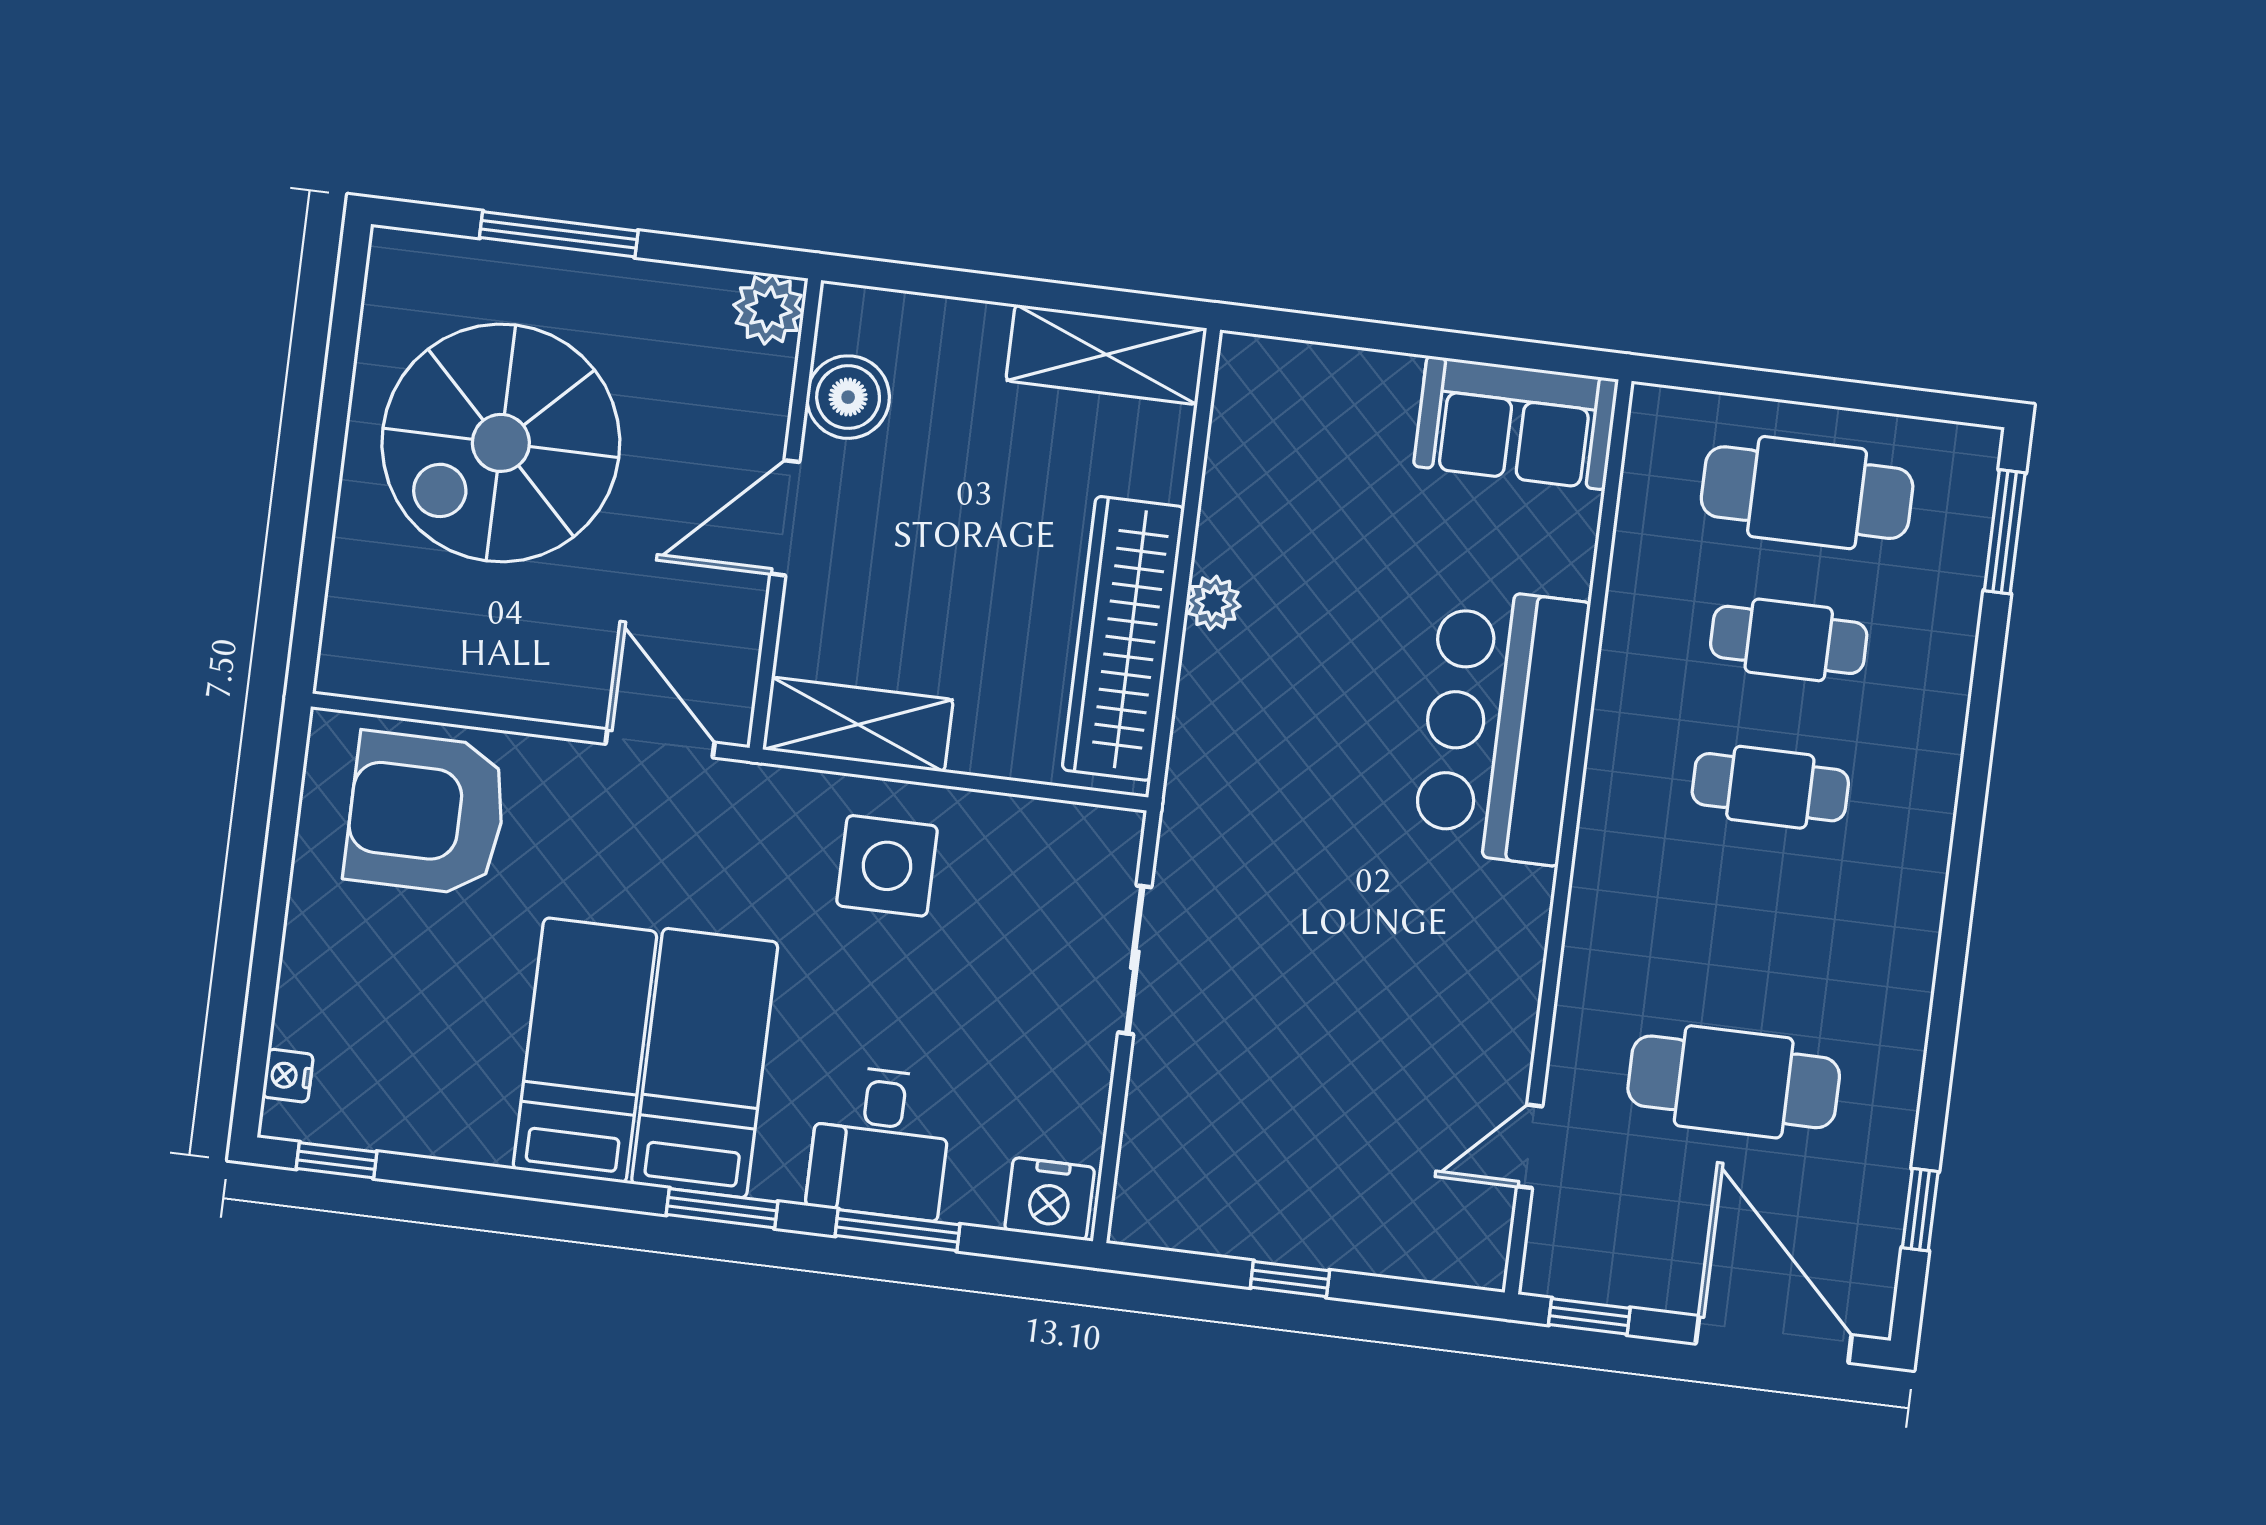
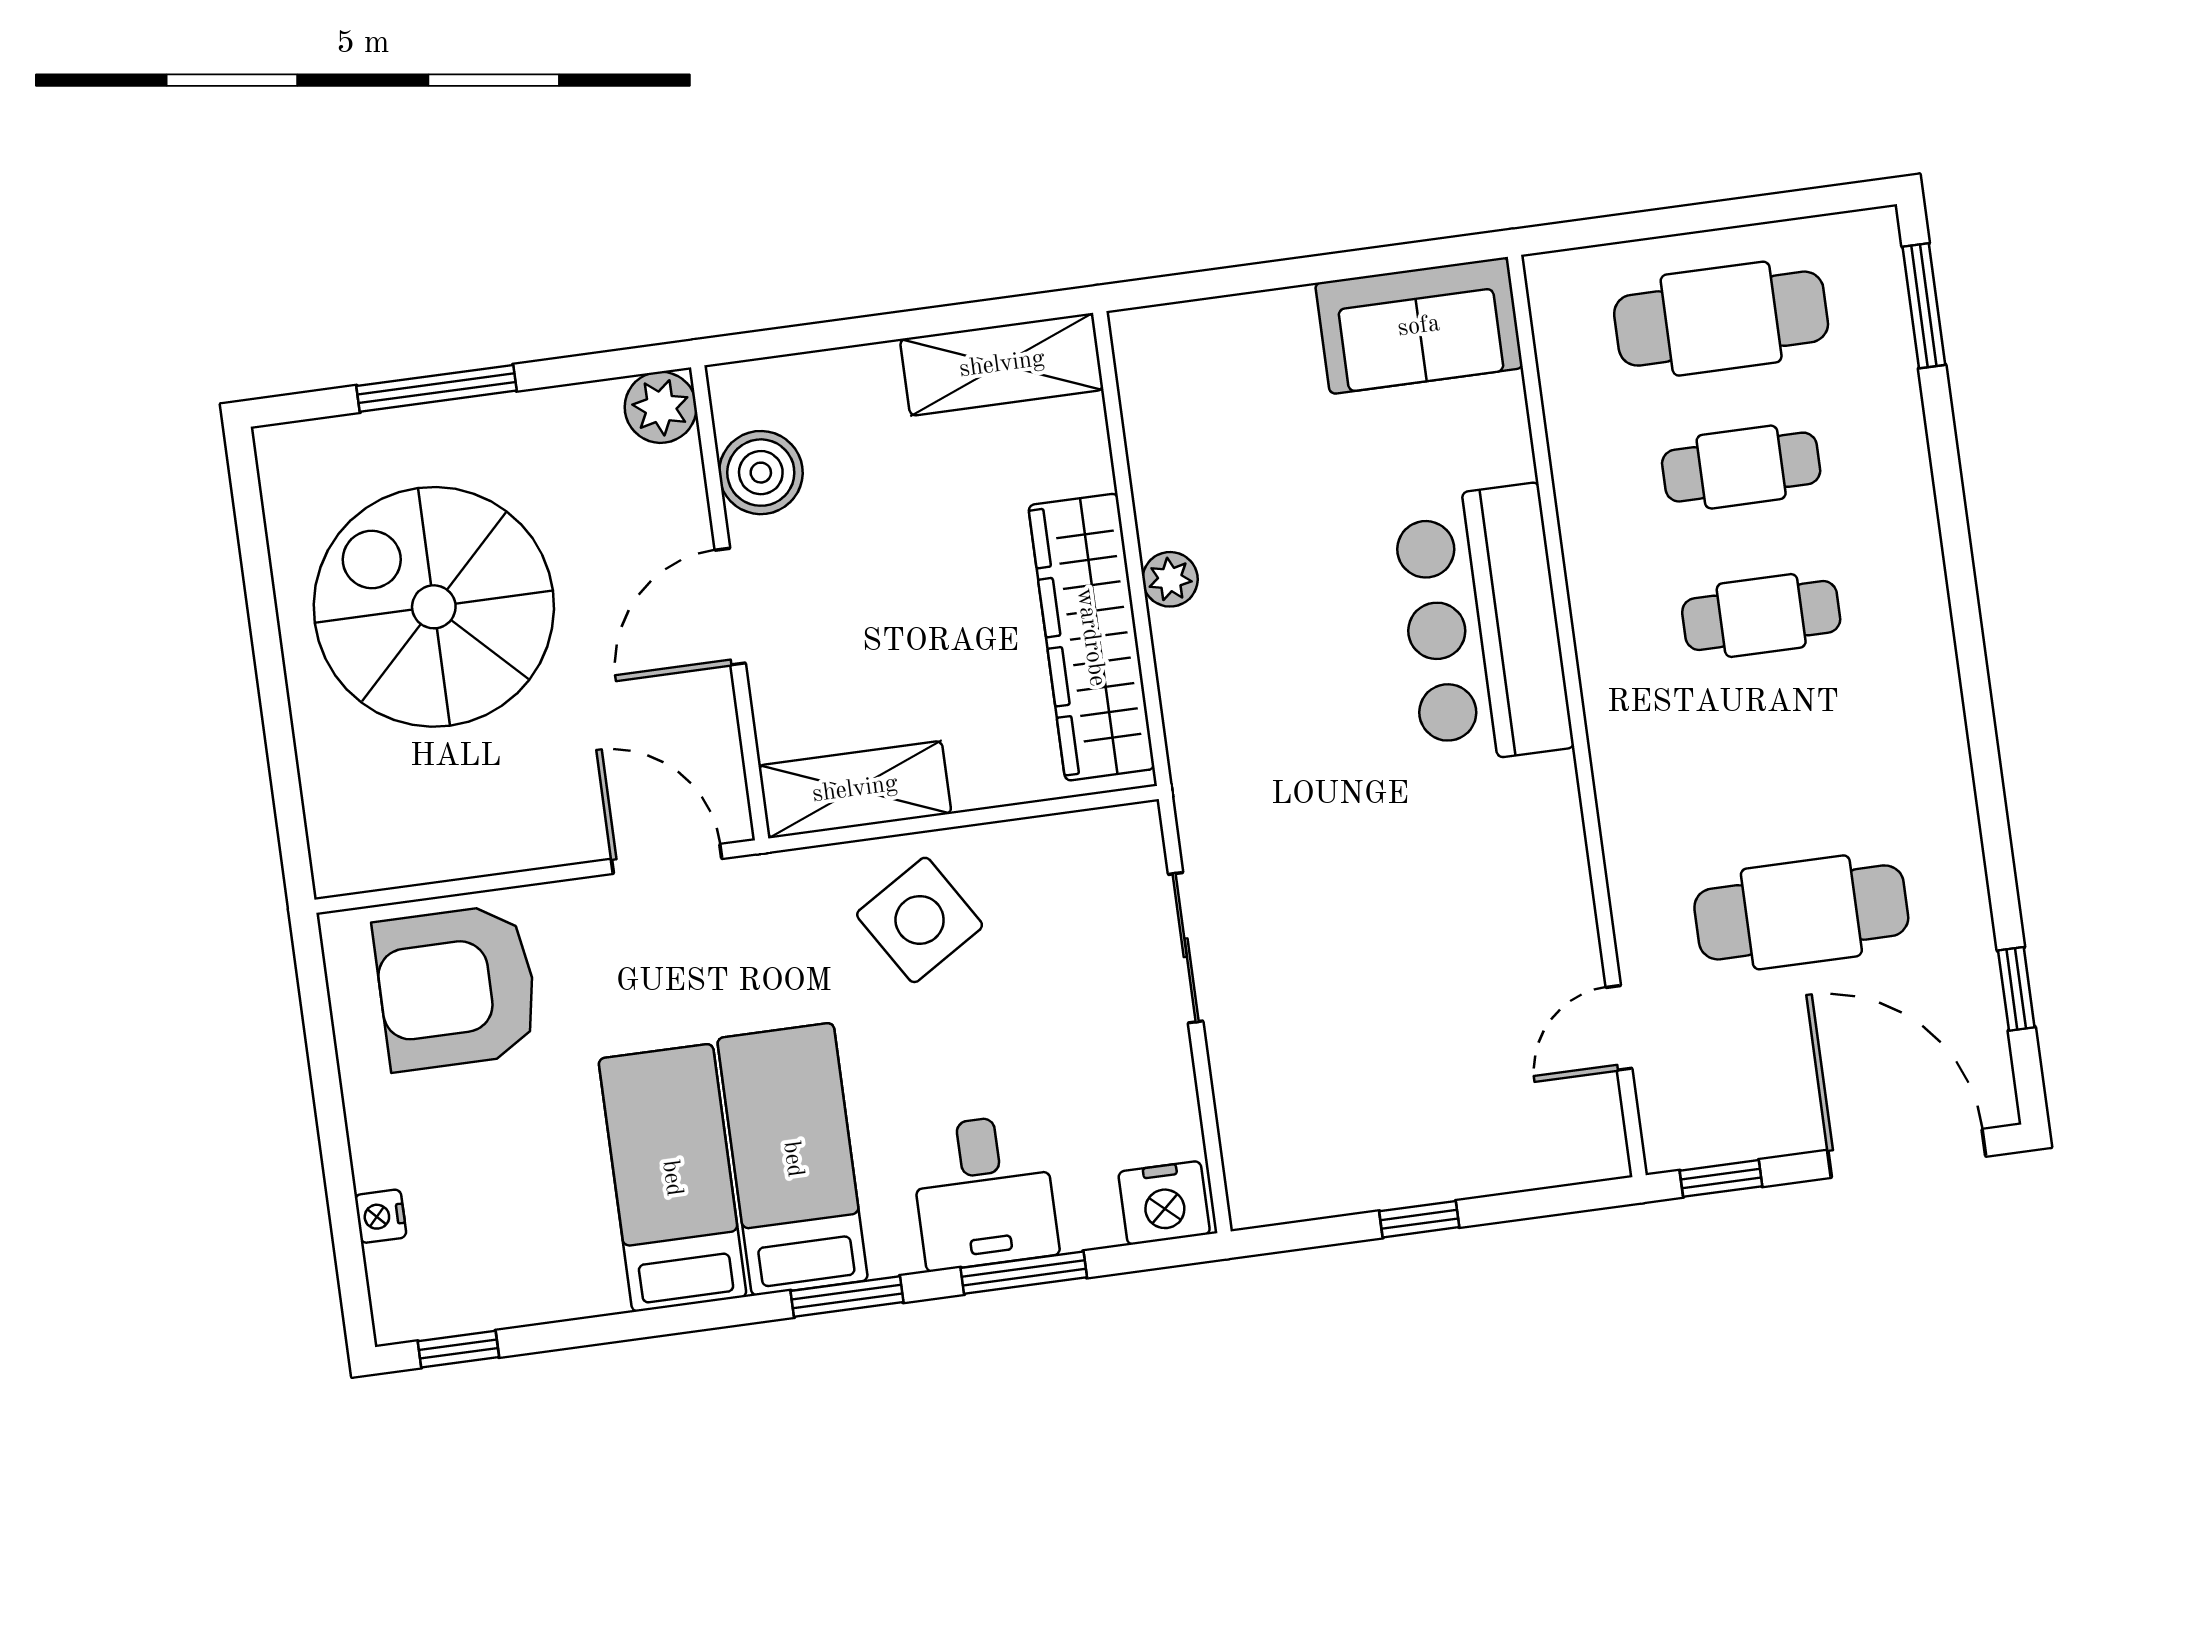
spiral stairs: (501, 443) -> (434, 607), turned 90
side table: (887, 866) -> (920, 920), turned -32
nightstand: (288, 1076) -> (381, 1216), moved

